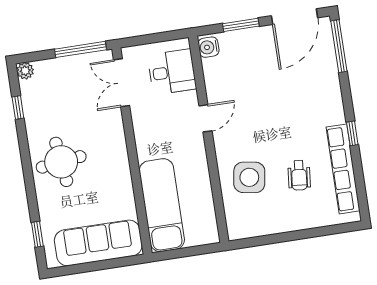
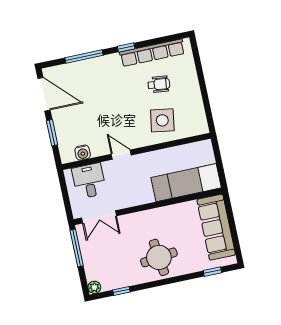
window: (339, 46) -> (84, 56), moved
water cooler: (209, 47) -> (83, 153), moved

